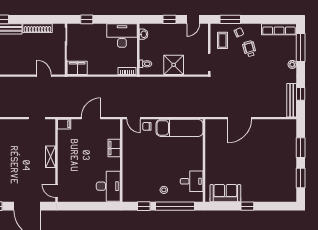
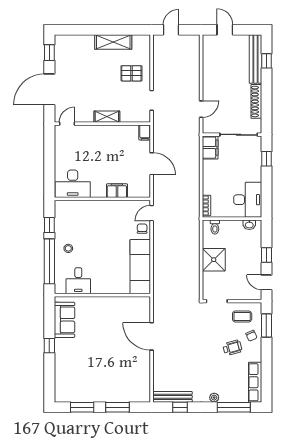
pallet: (13, 136) -> (131, 73), added

